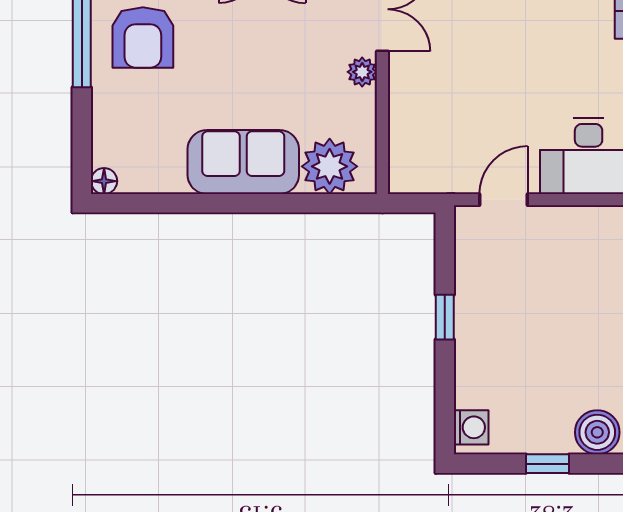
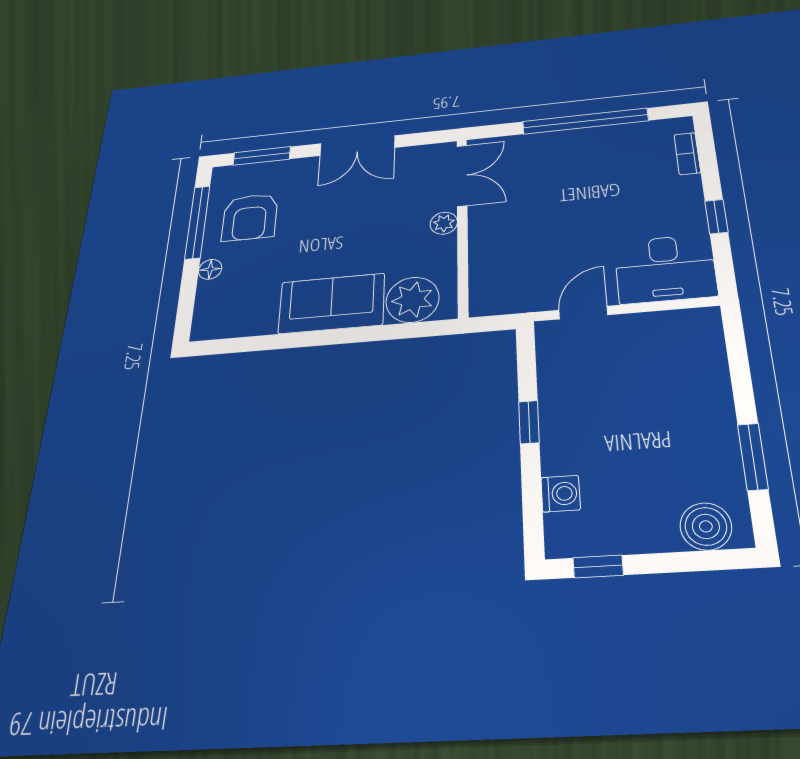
floor lamp: (104, 181) -> (210, 269), moved
washing machine: (471, 427) -> (561, 494), moved
window: (548, 464) -> (598, 566), moved

